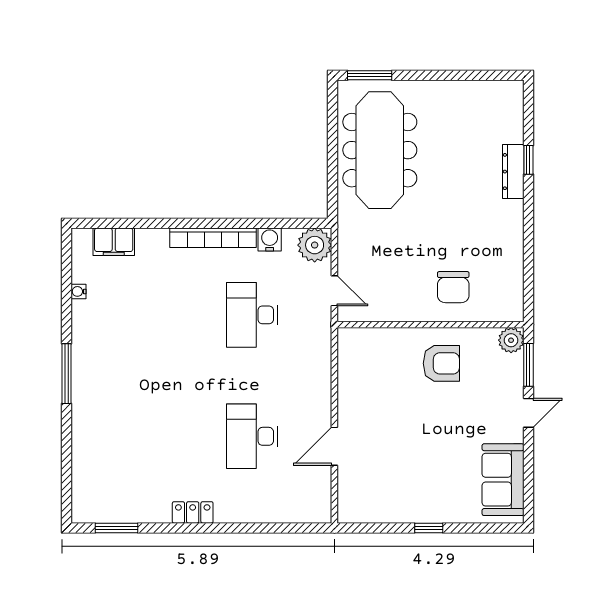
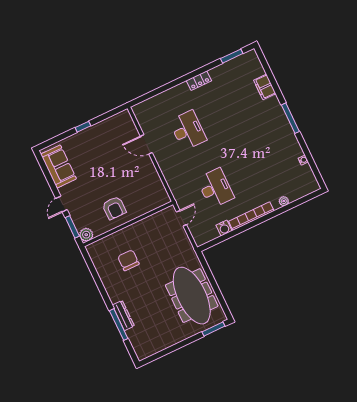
window: (528, 160) -> (119, 325), width x2.17
filing cabinet: (114, 242) -> (265, 87), moved, turned -90
plant: (315, 245) -> (284, 201), moved, width x0.53, depth x0.53
chair: (453, 287) -> (128, 260), moved
door: (334, 291) -> (181, 218), swing flipped
armchair: (441, 363) -> (114, 208), turned -90
door: (334, 446) -> (146, 144), swing flipped

